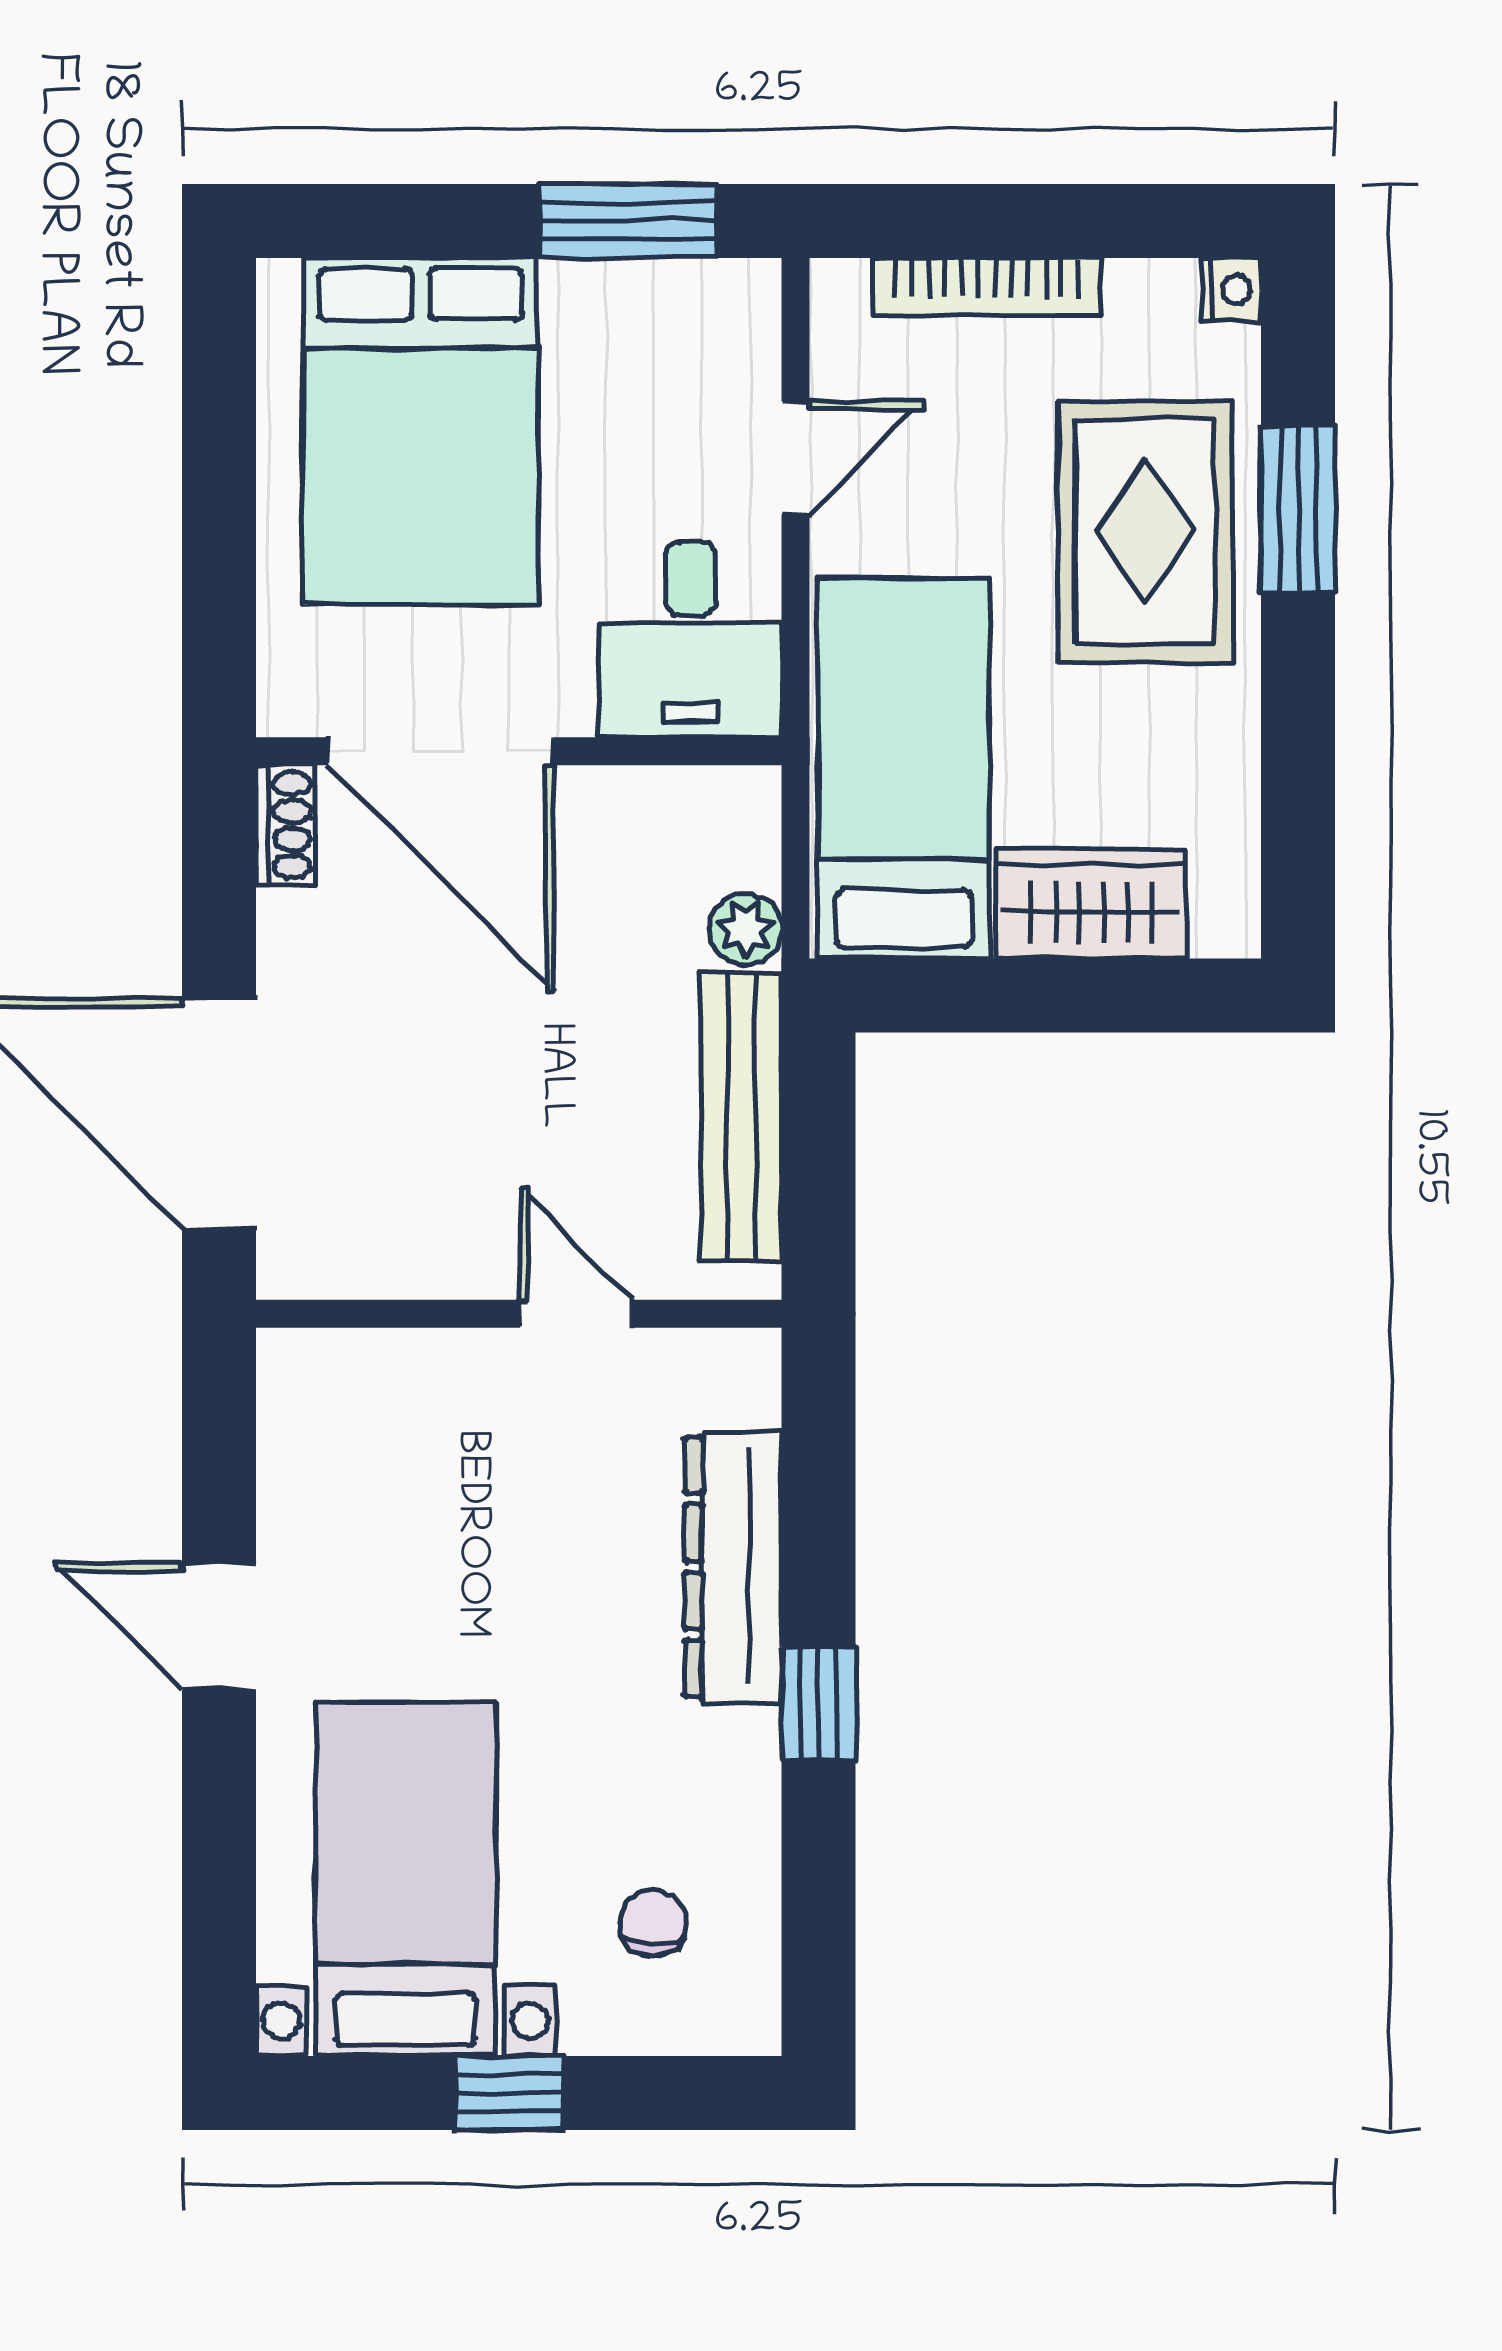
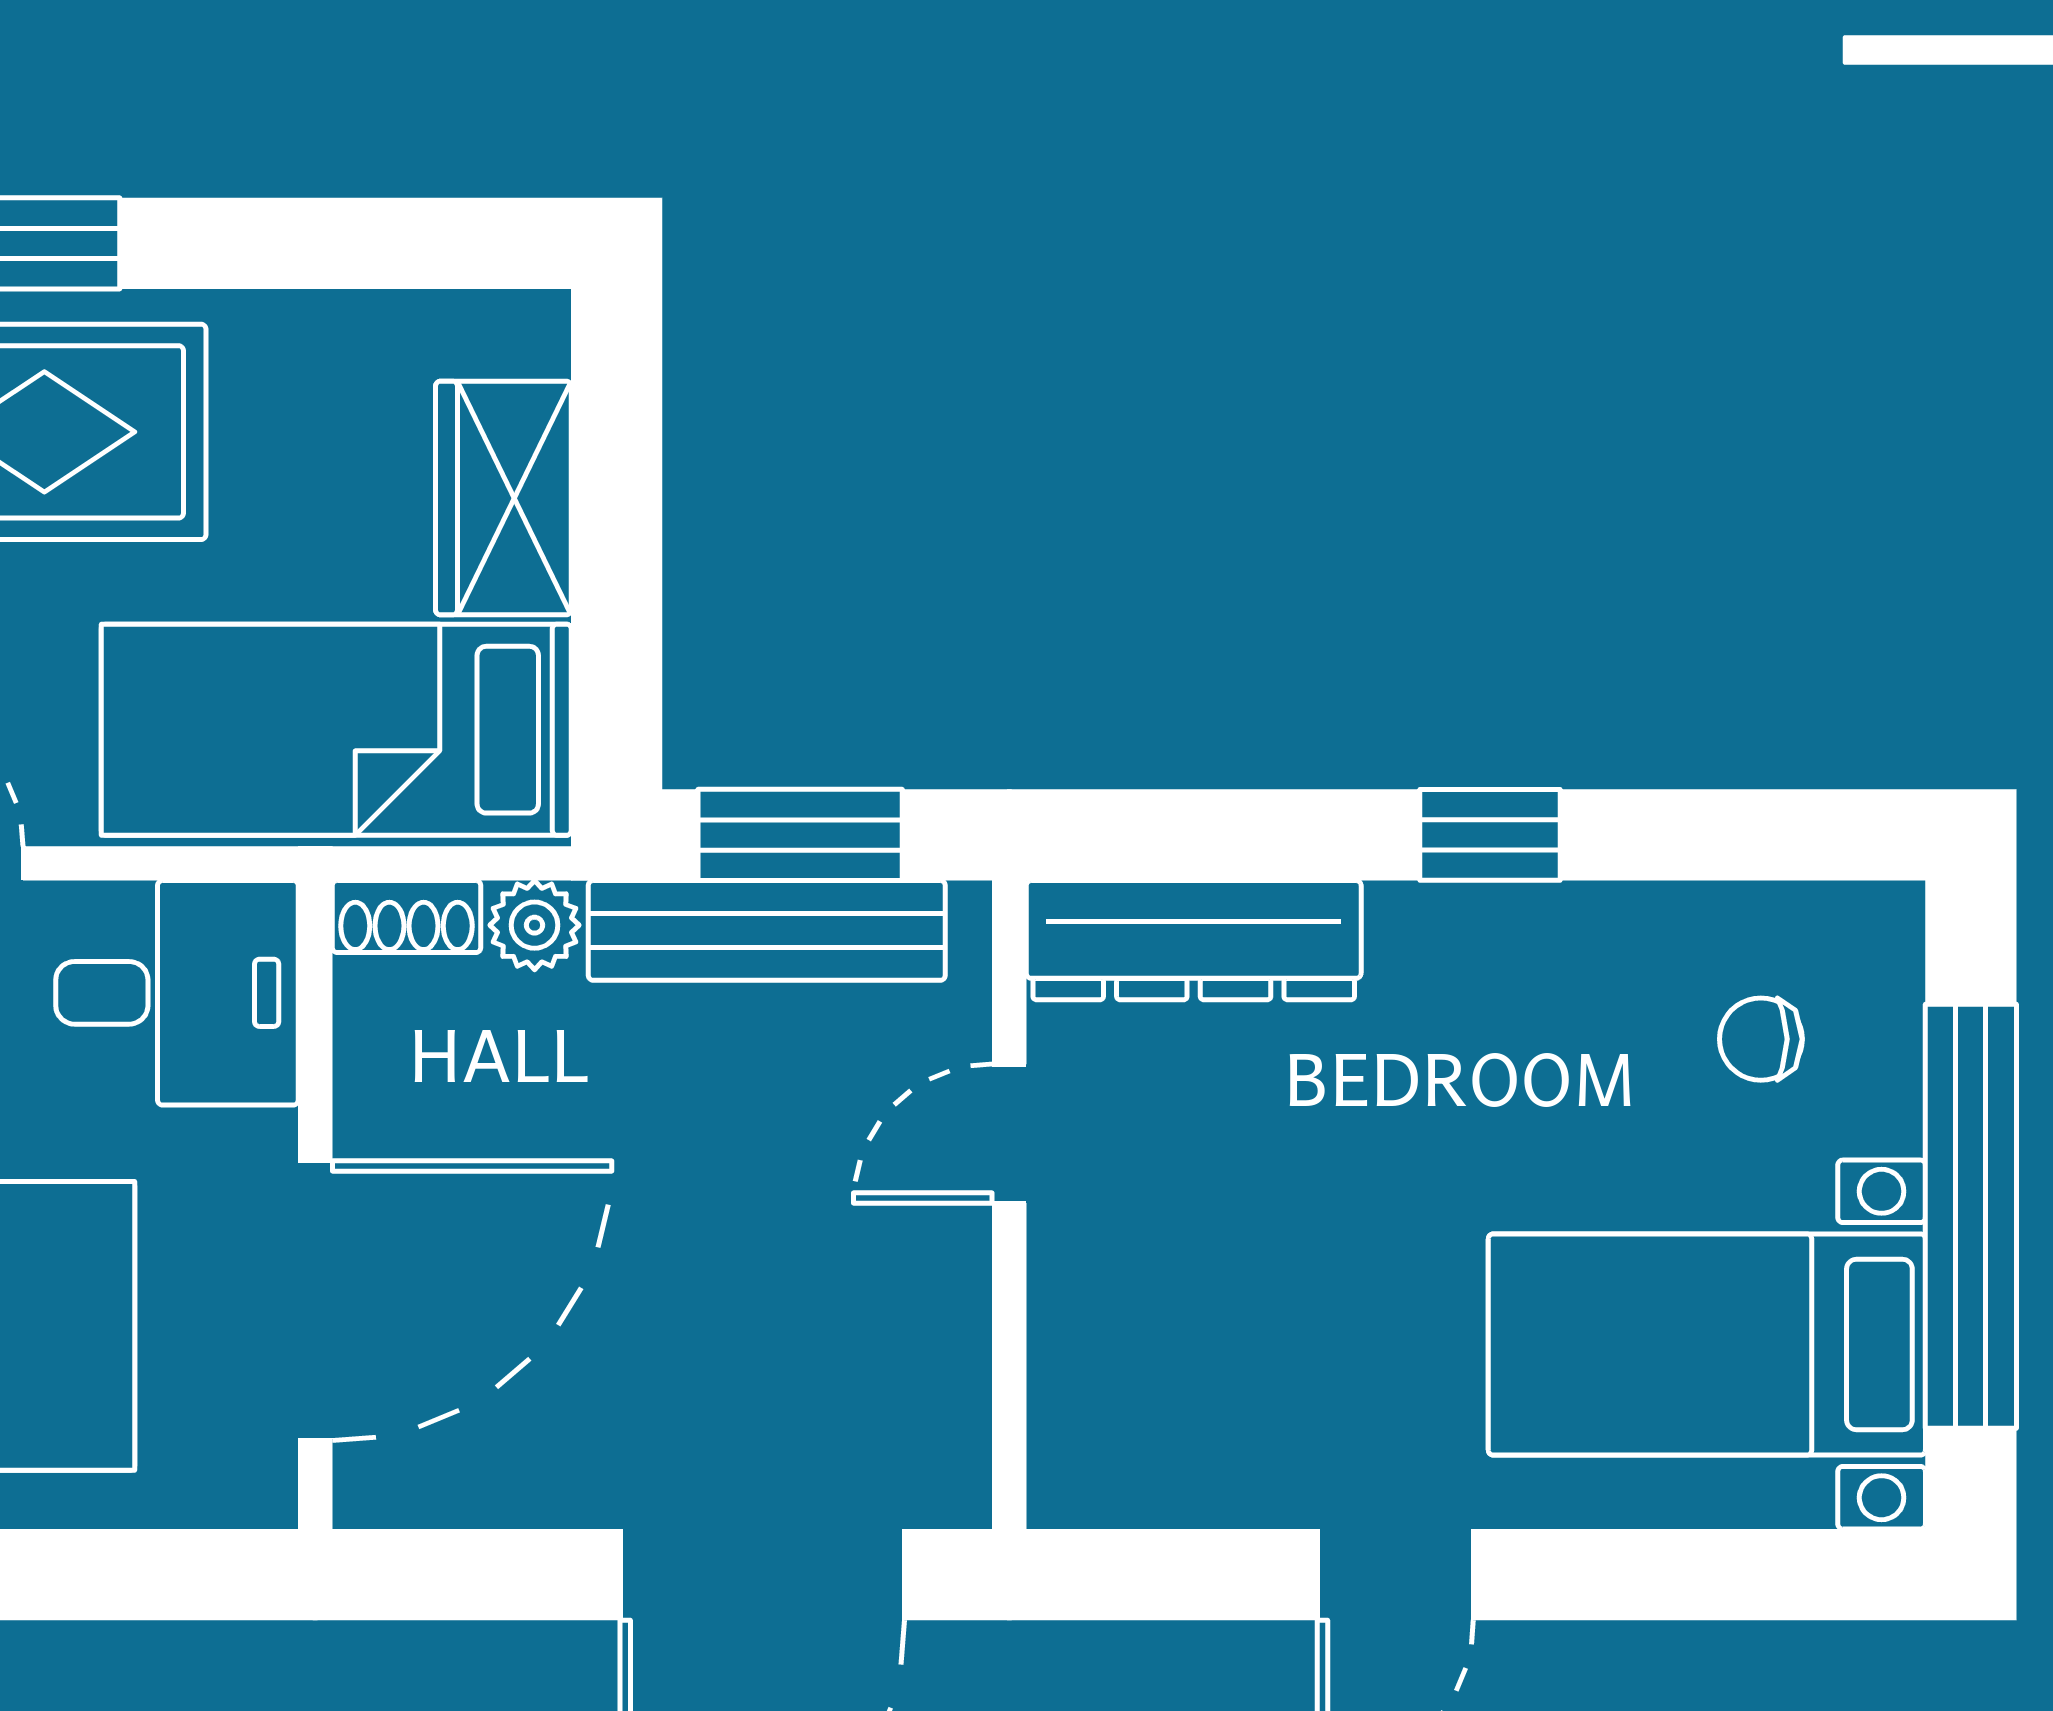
shoe rack: (285, 825) -> (406, 917), moved, turned 180
window: (818, 1144) -> (800, 835), added
dresser: (733, 1567) -> (1194, 940), moved
window: (510, 2093) -> (1971, 1216), width x3.17

